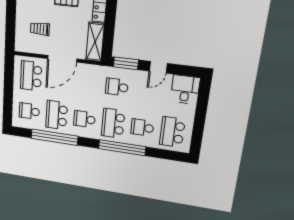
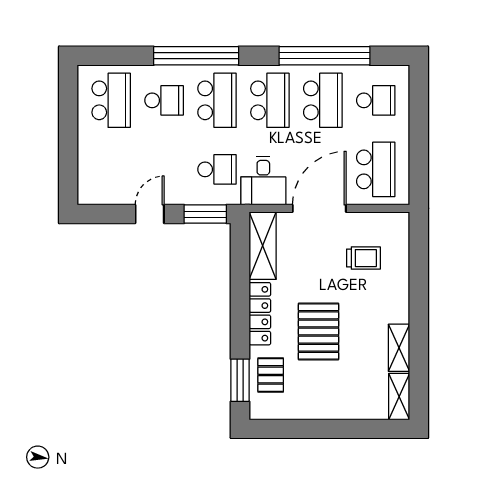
desk: (185, 89) -> (263, 181), moved
school desk: (85, 119) -> (270, 100), width x1.85

